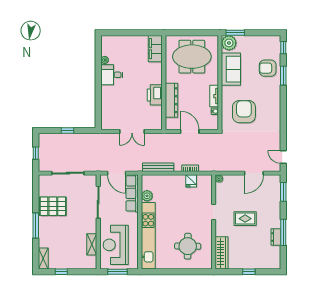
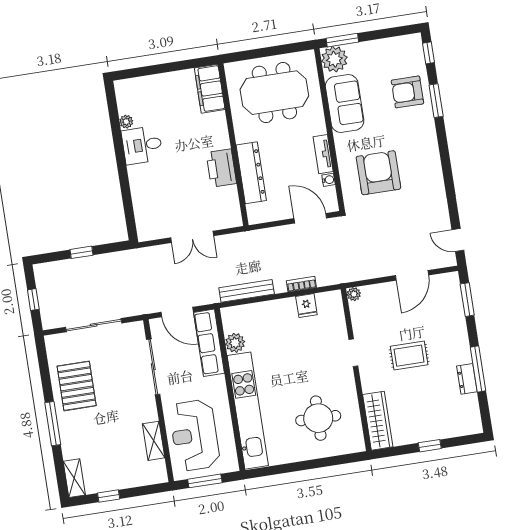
door: (190, 132) -> (310, 218), moved
pallet: (53, 206) -> (77, 386), turned 90

